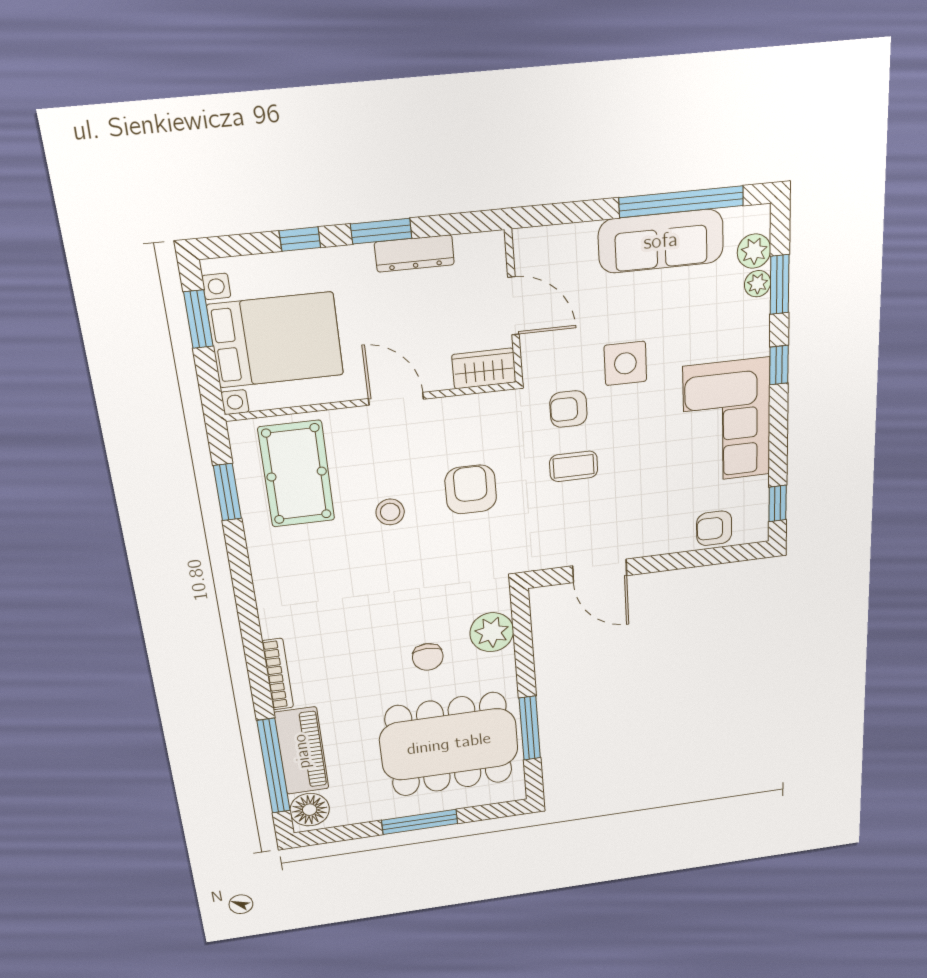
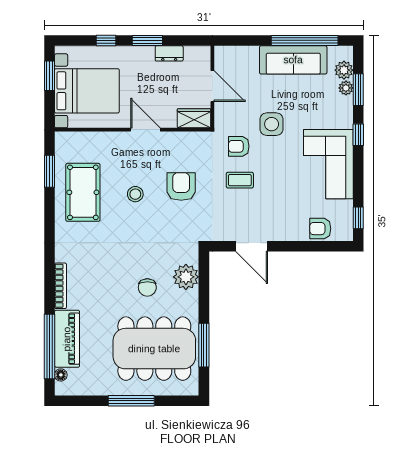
dresser: (414, 253) -> (169, 53), width x0.70
pool table: (297, 474) -> (83, 192), moved
floor lamp: (310, 810) -> (61, 375), width x0.53, depth x0.53

